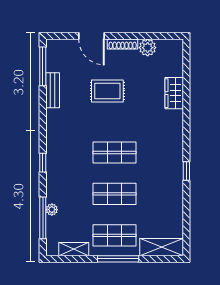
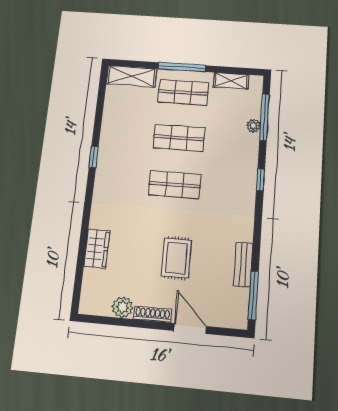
rug: (107, 91) -> (176, 258), turned 90

